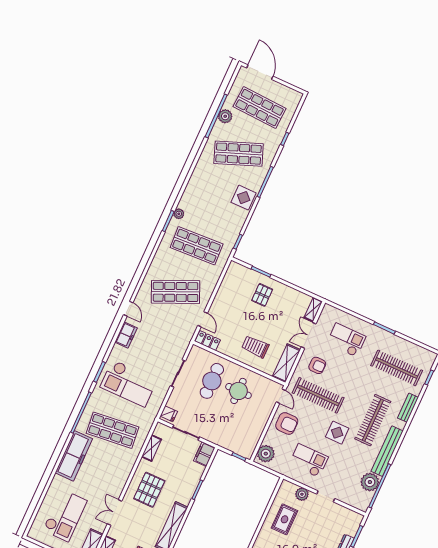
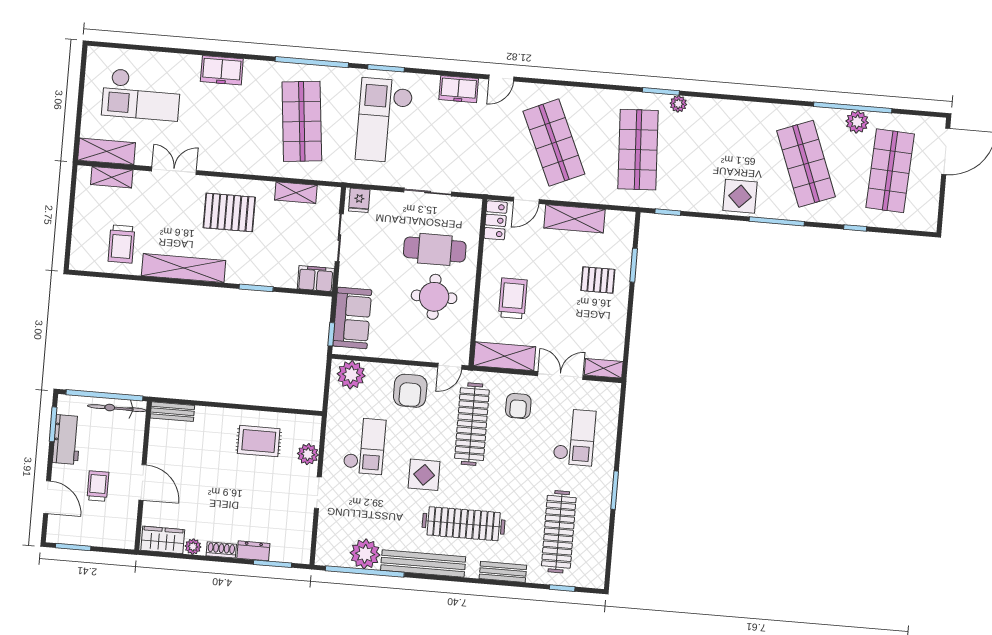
shelving: (223, 296) -> (575, 219), added
sofa: (234, 442) -> (352, 318), added
freezer: (74, 456) -> (222, 70), width x0.52, depth x0.79

